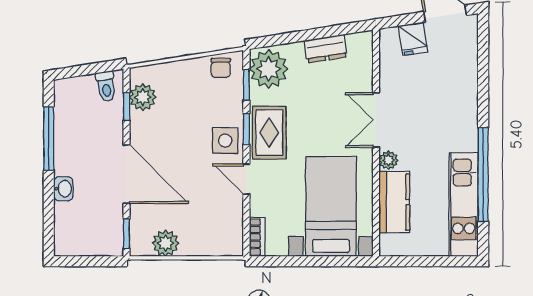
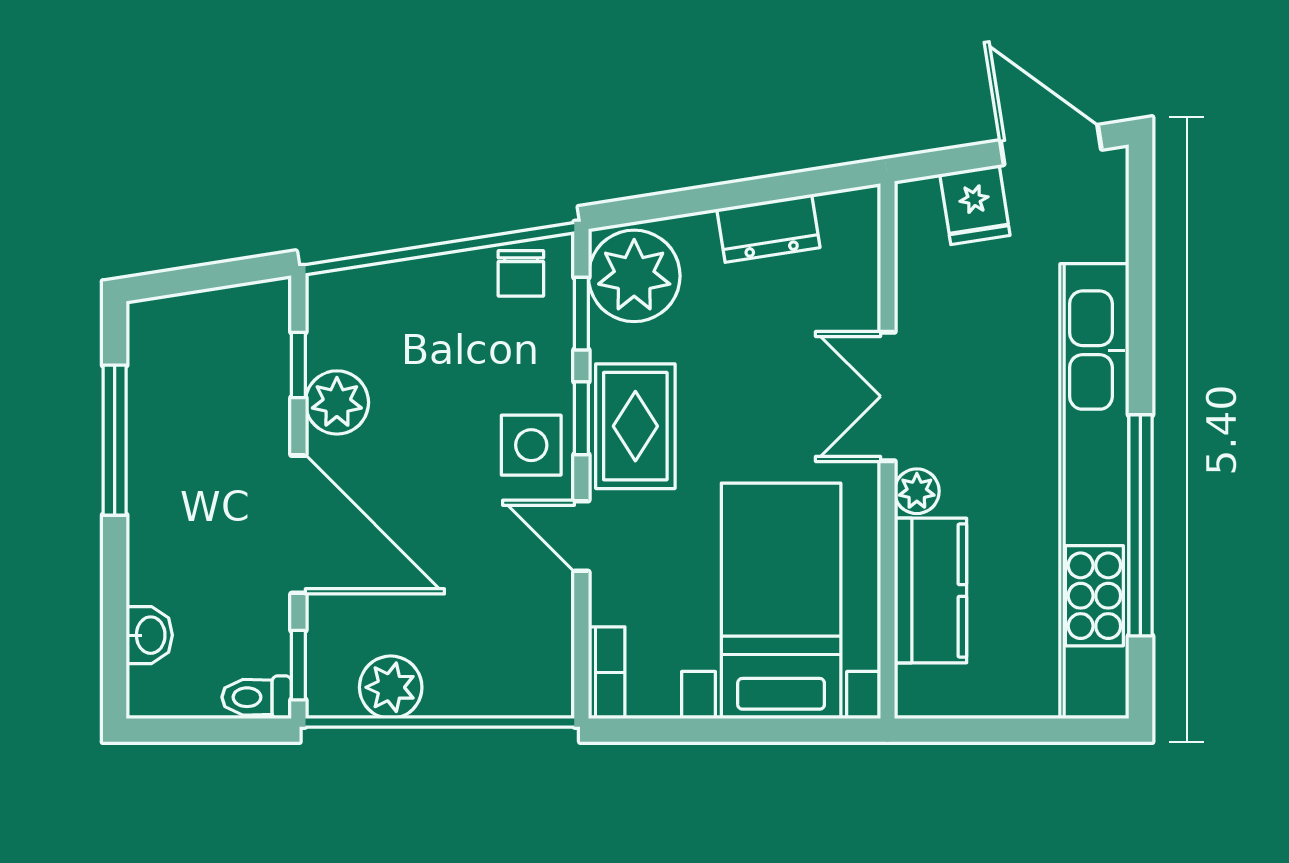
toilet: (106, 86) -> (257, 697), moved, turned 99
plant: (143, 97) -> (337, 402), moved
washbasin: (63, 189) -> (149, 635), moved
kitchen unit: (464, 205) -> (1094, 491), width x1.86

